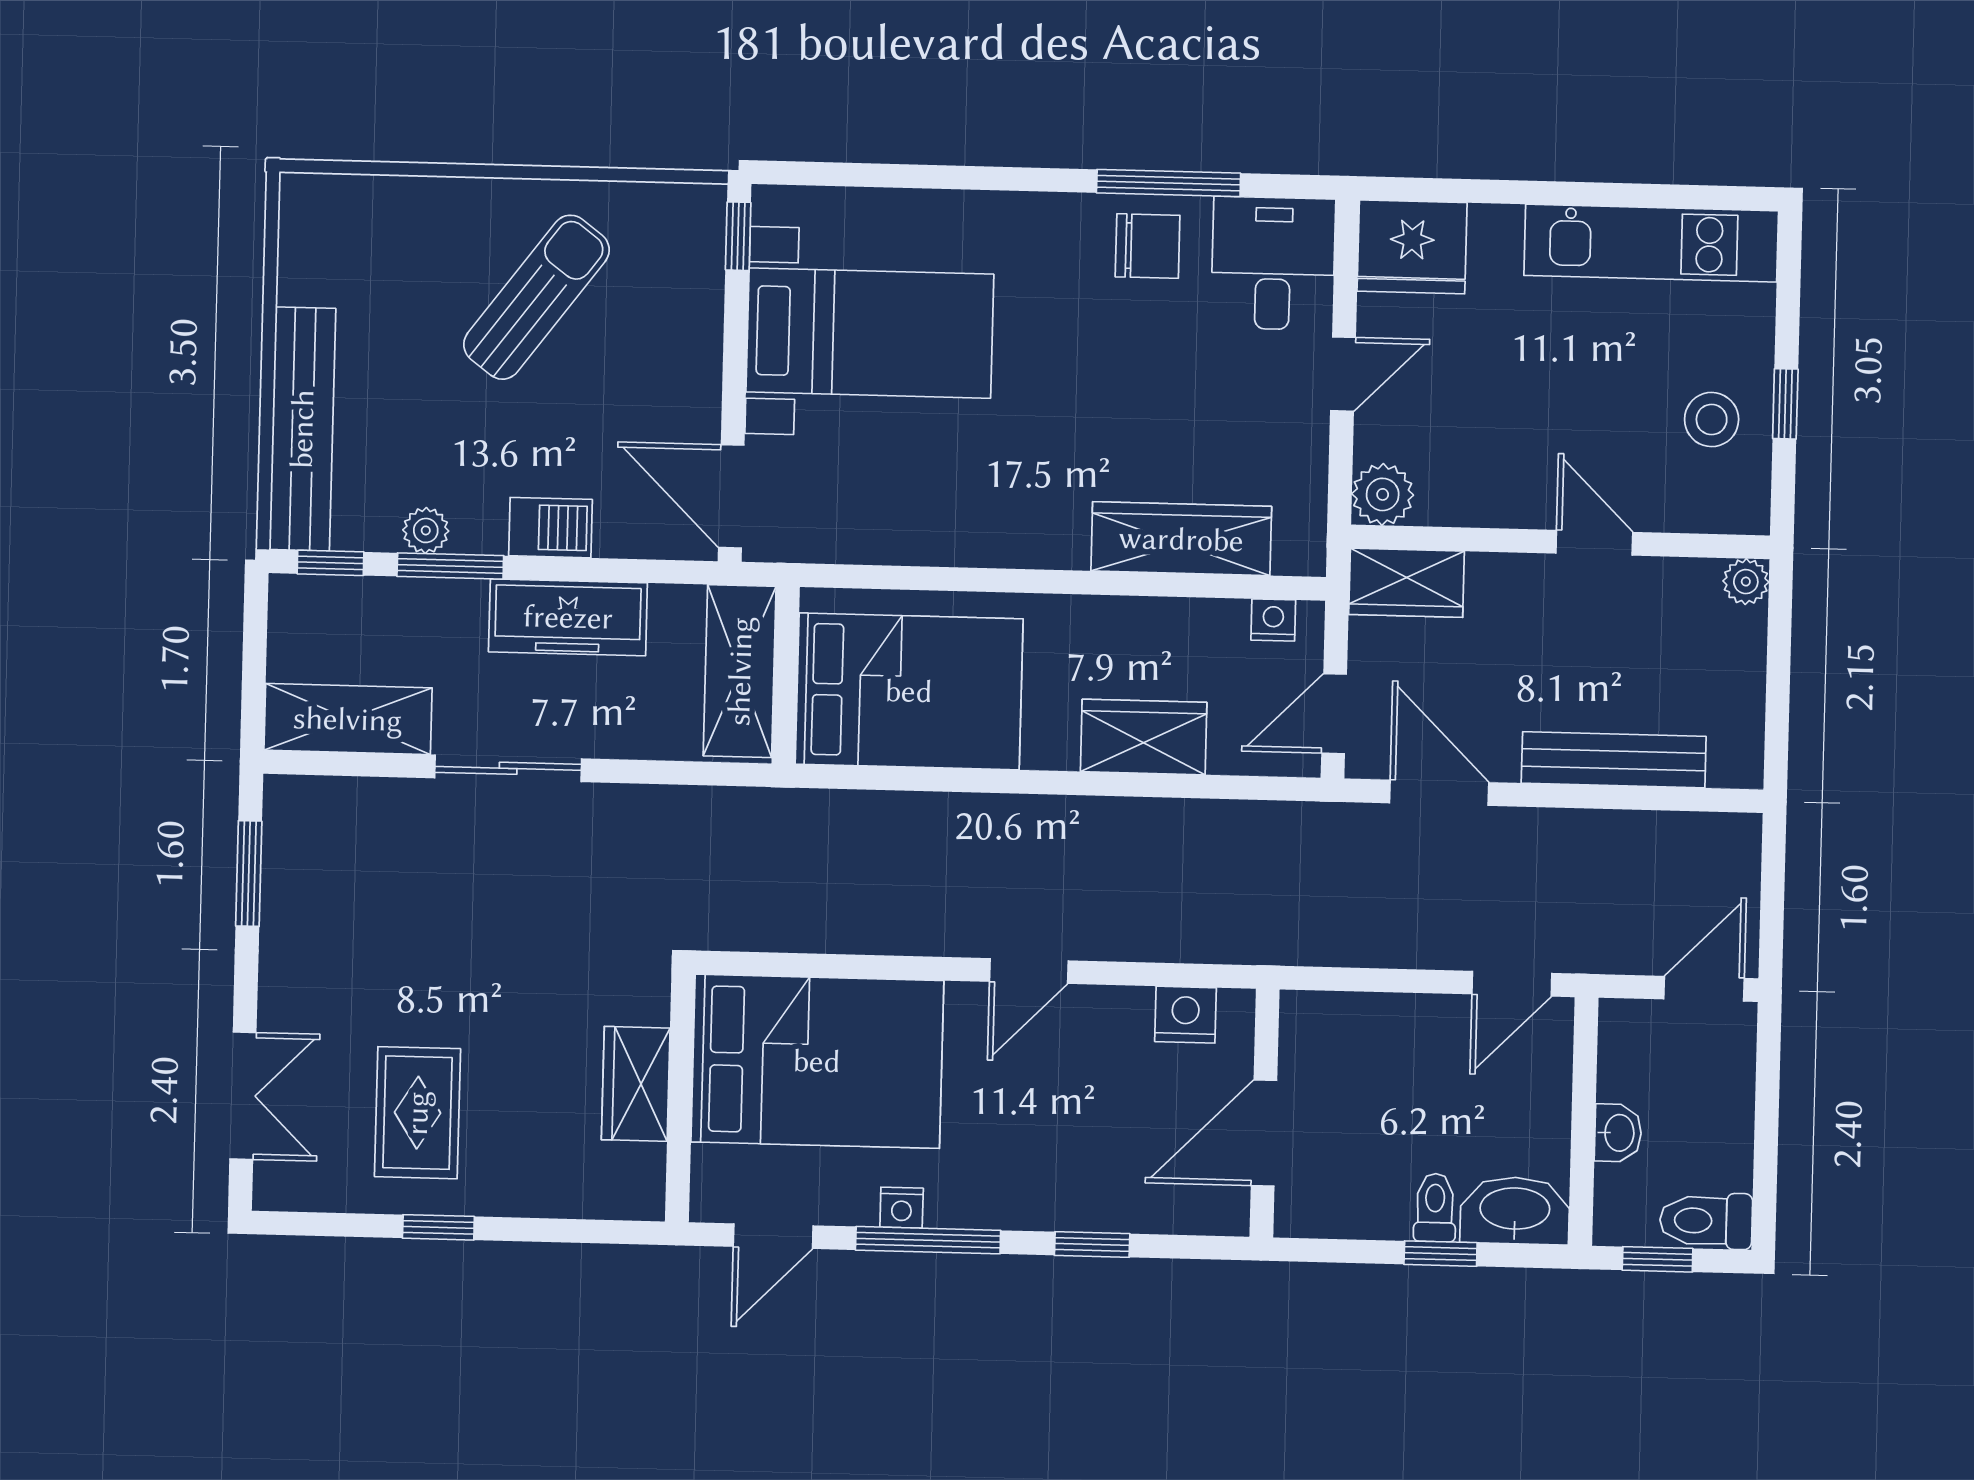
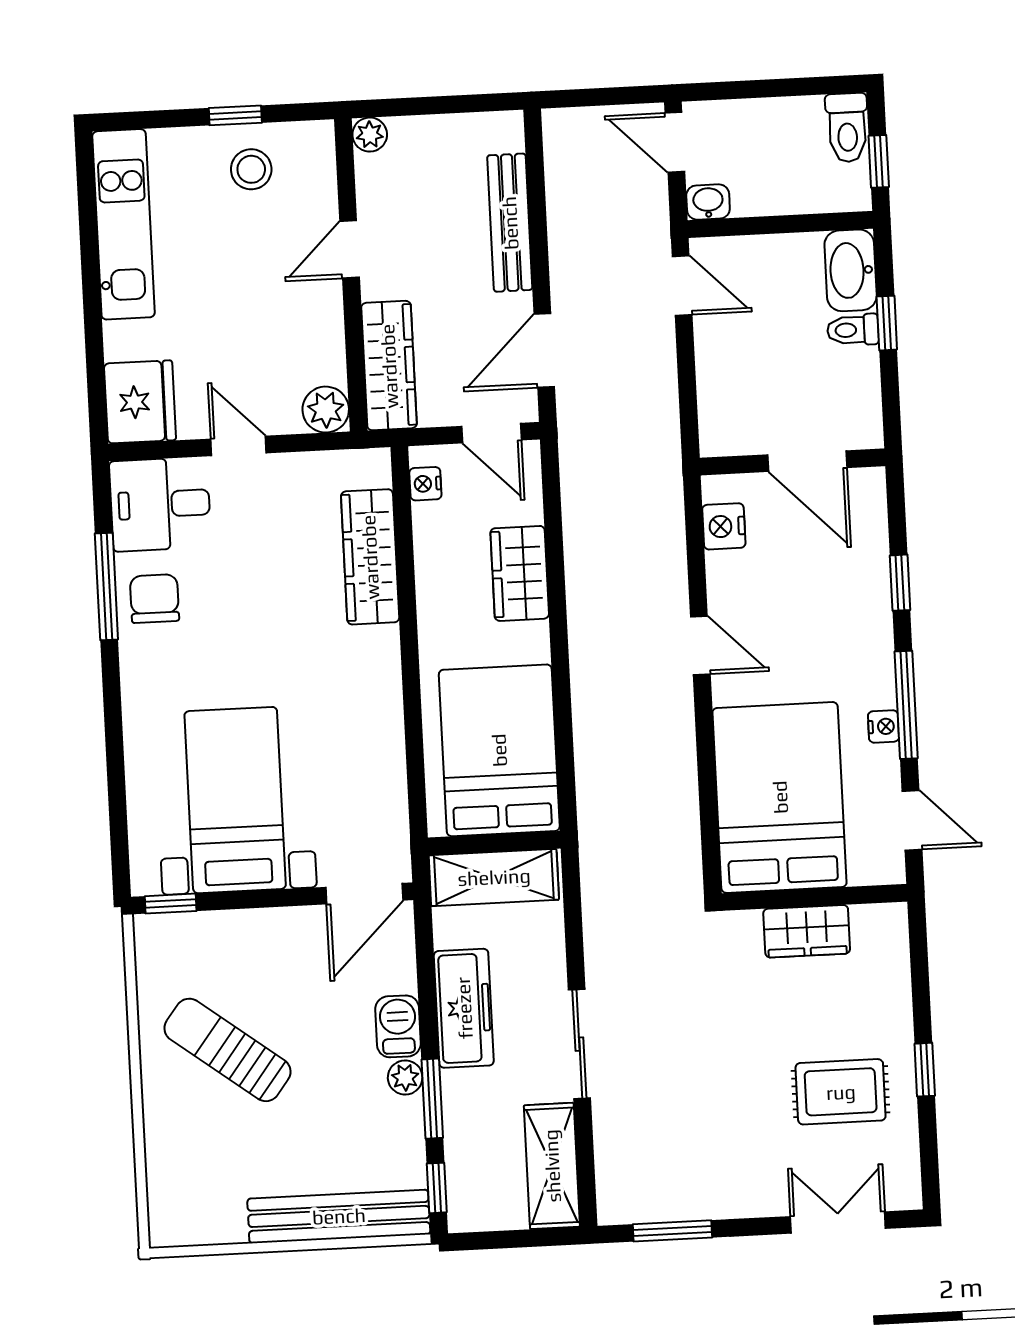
plant: (426, 530) -> (405, 1077), moved
wardrobe: (1406, 583) -> (389, 366), width x1.50
washbasin: (1618, 1133) -> (708, 202), moved

